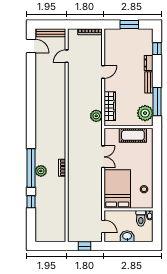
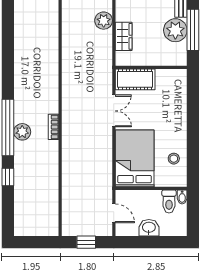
wardrobe: (110, 106) -> (124, 36), width x0.67
plant: (145, 113) -> (175, 30), moved
plant: (96, 116) -> (104, 21), moved
cot: (133, 135) -> (135, 79), moved

